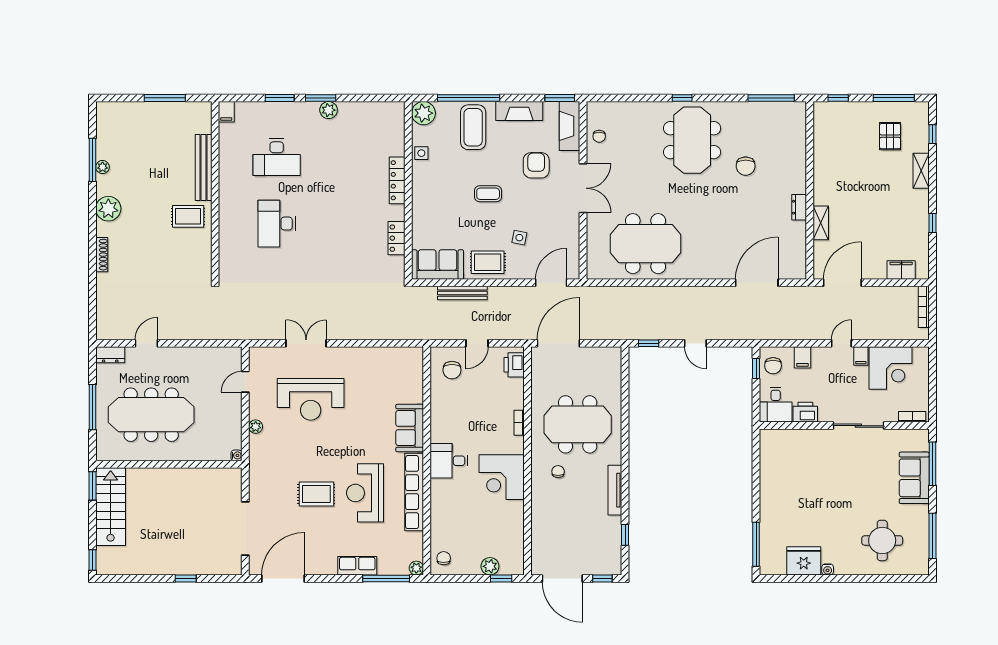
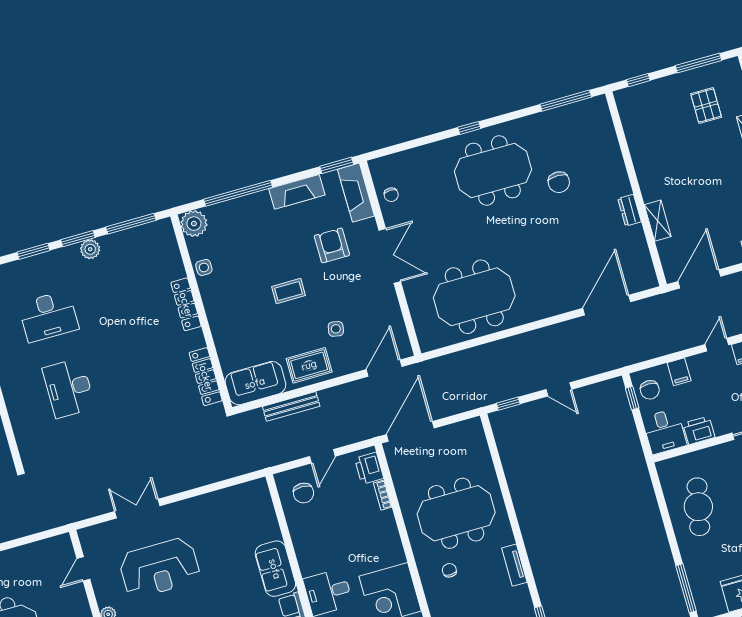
window: (370, 98) -> (131, 224), added
coffee table: (473, 127) -> (252, 224), removed
meeting table: (692, 140) -> (493, 171), turned 90
locker: (397, 238) -> (206, 377), width x1.53
bookcase: (519, 423) -> (383, 495), moved
cafe table: (786, 477) -> (698, 507), added
tv unit: (615, 490) -> (514, 565), width x0.71

